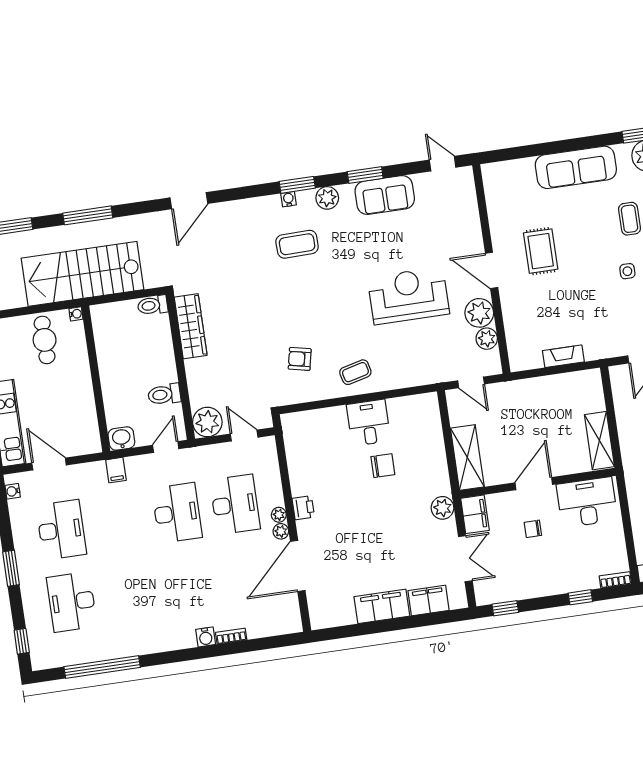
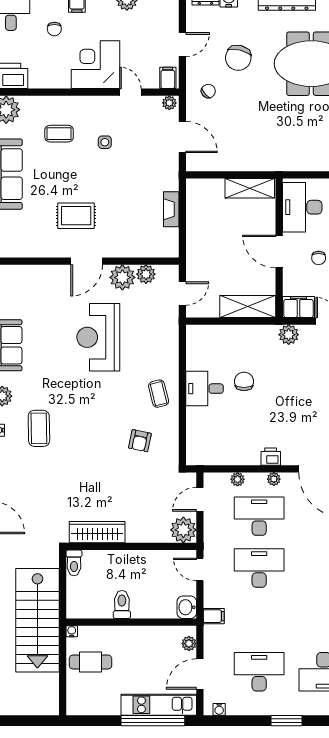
toilet: (164, 394) -> (122, 604), moved, turned 180
plant: (81, 447) -> (189, 644), added
plant: (281, 531) -> (238, 479), moved

